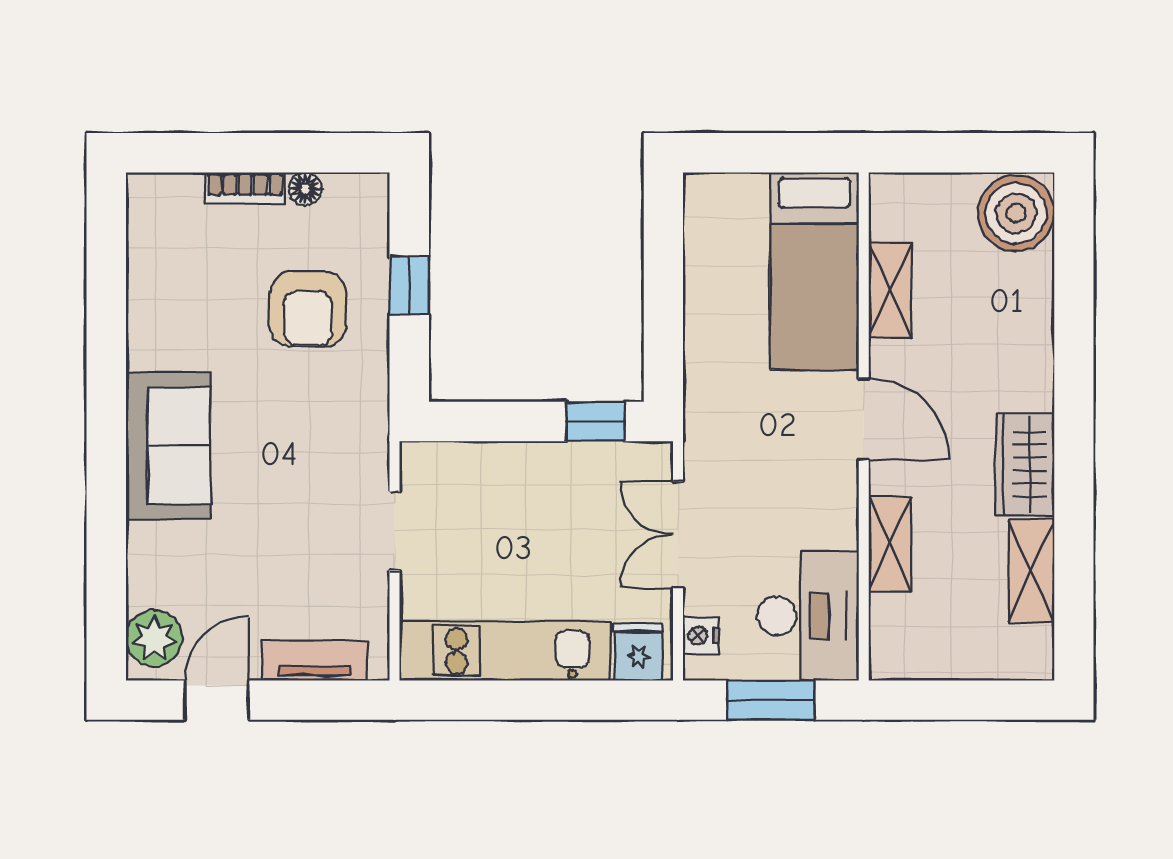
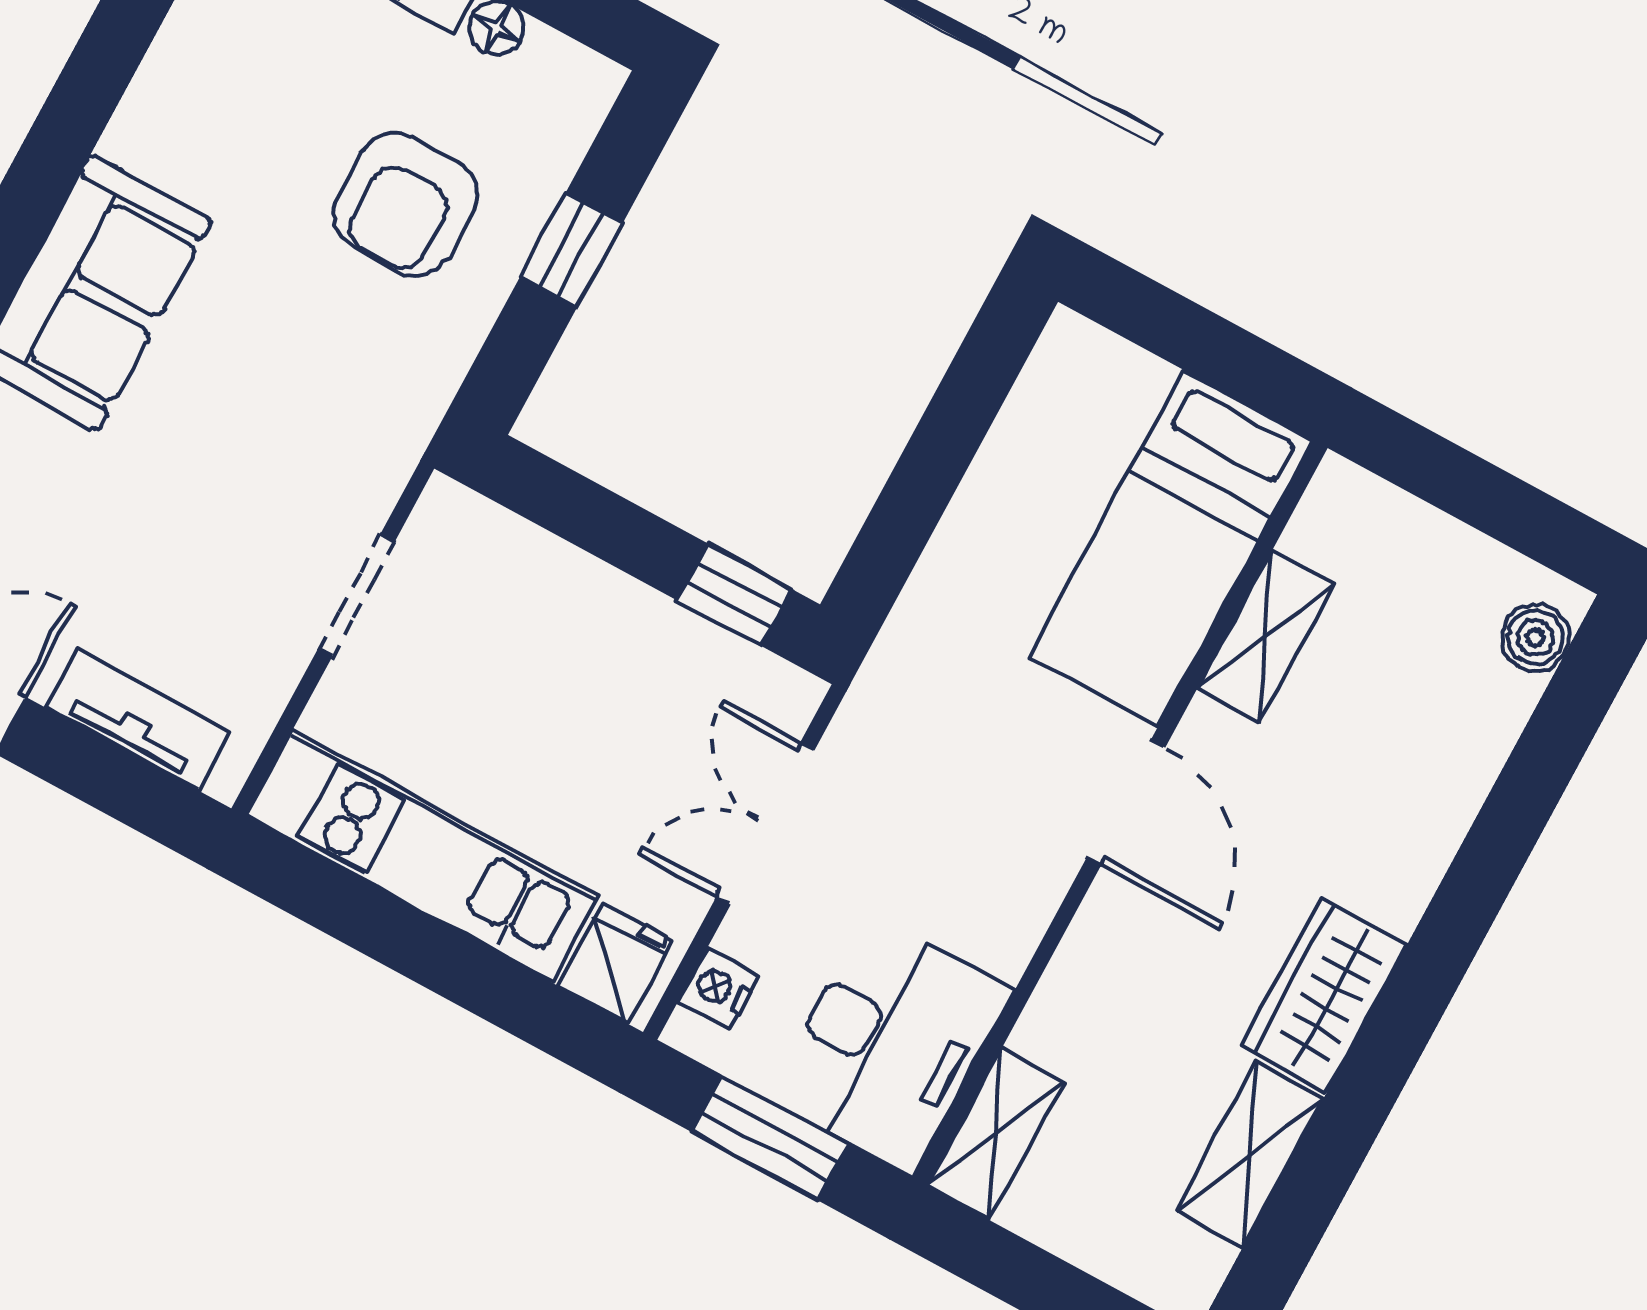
boiler: (1016, 213) -> (1535, 638), width x0.54, depth x0.54
shelving: (890, 544) -> (995, 1134), moved

